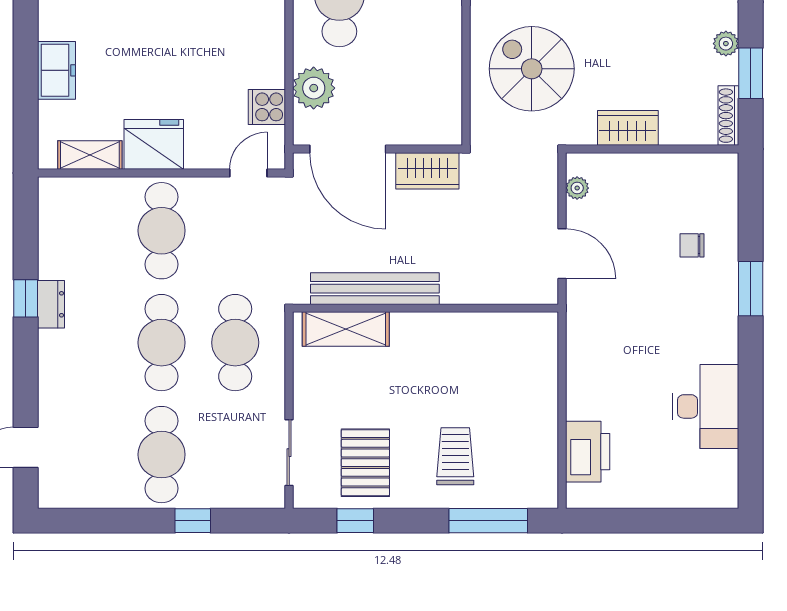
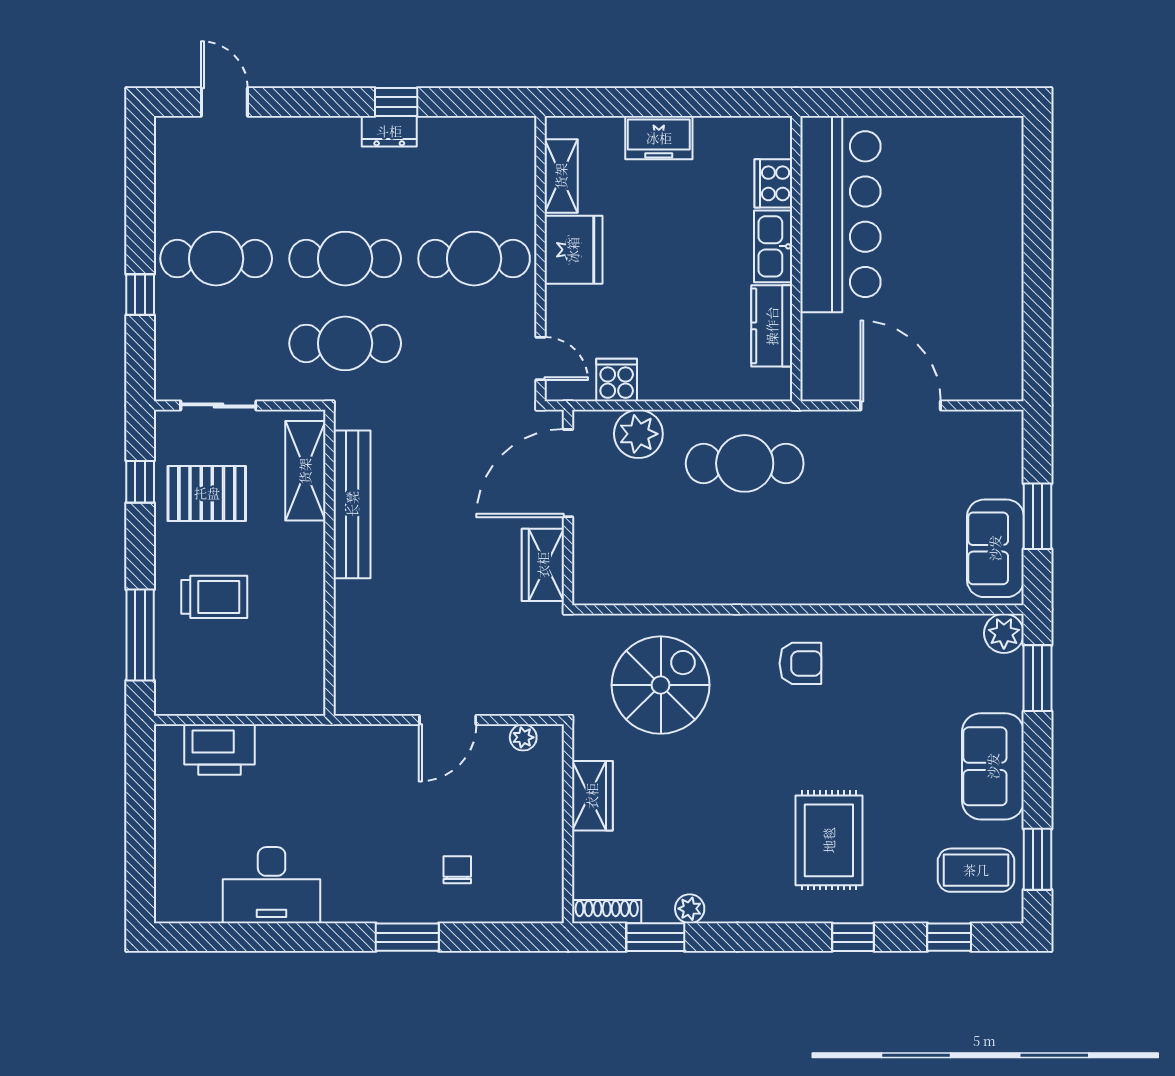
bench: (375, 289) -> (352, 504), moved
wall: (426, 308) -> (330, 563), moved
shelving: (346, 329) -> (305, 471), moved

